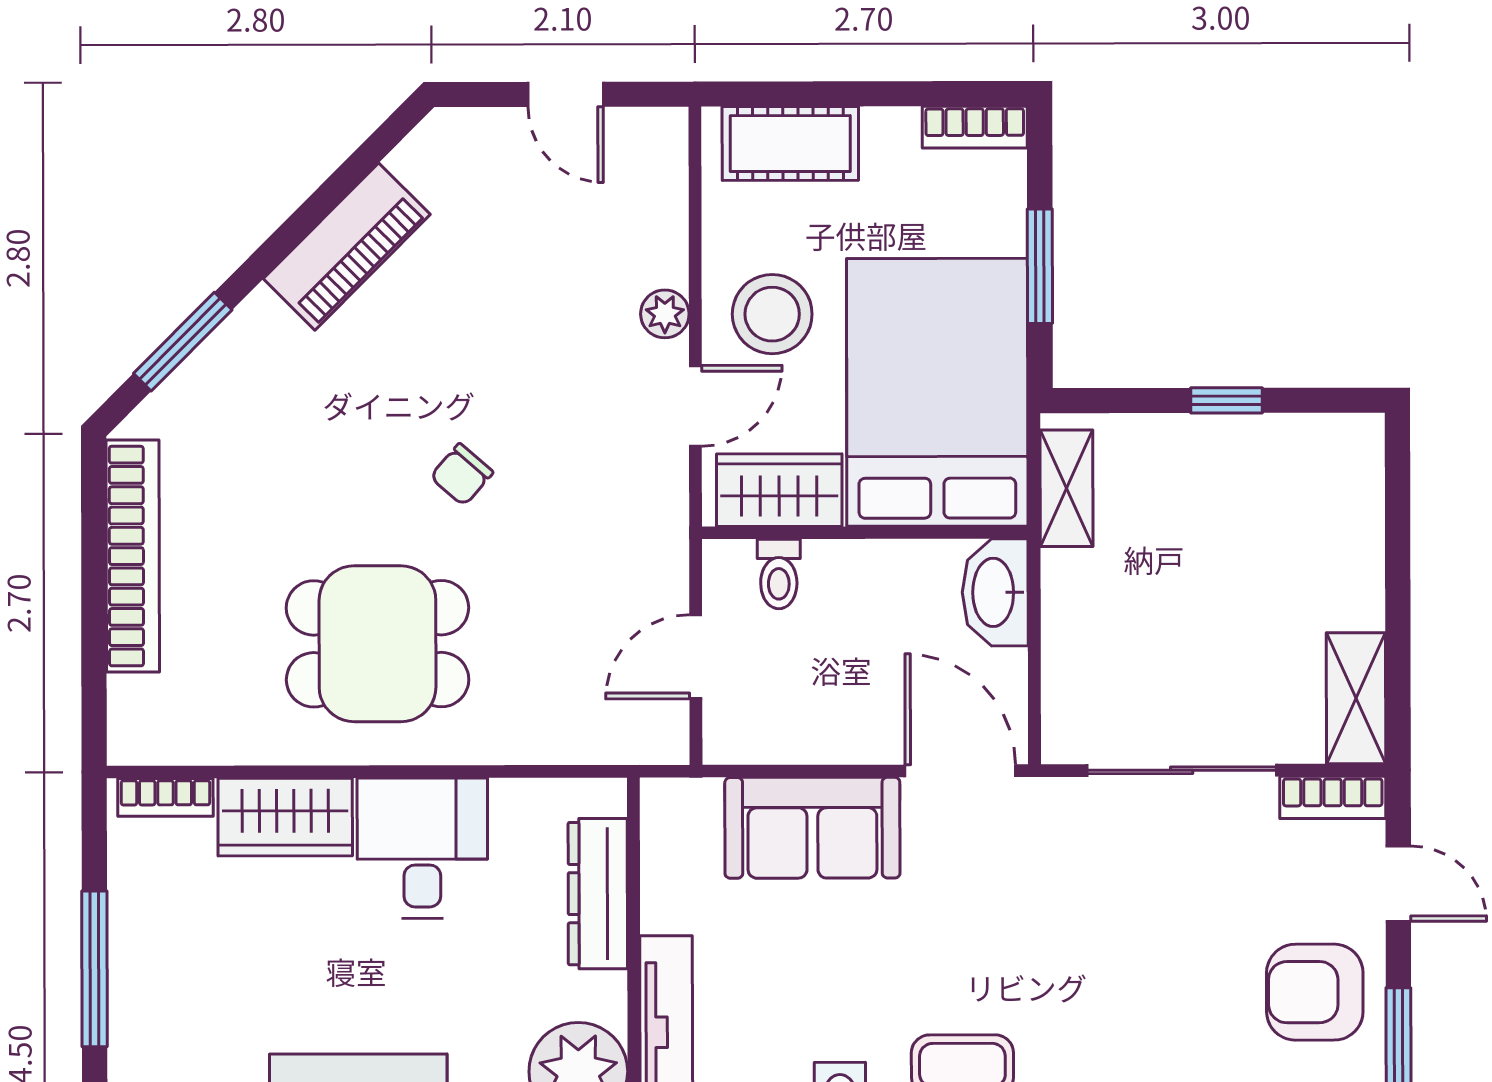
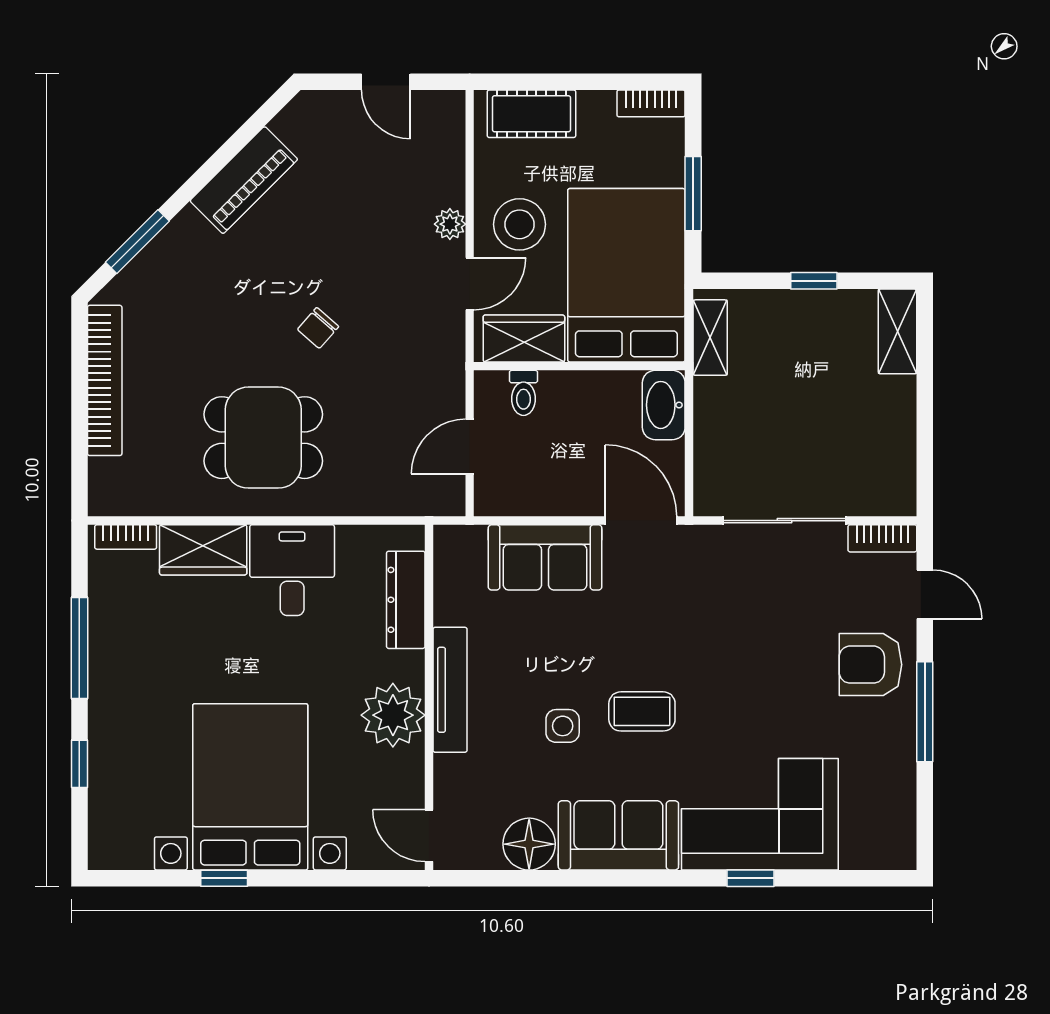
shelving: (1356, 698) -> (898, 331), moved

